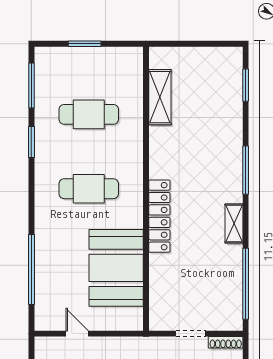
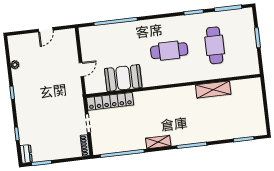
shelving: (160, 97) -> (213, 90), moved
cafe table: (89, 189) -> (169, 51), turned 90
locker: (159, 216) -> (110, 101), moved
booth: (116, 268) -> (123, 78), width x0.73, depth x0.70
door: (77, 334) -> (81, 69), moved

